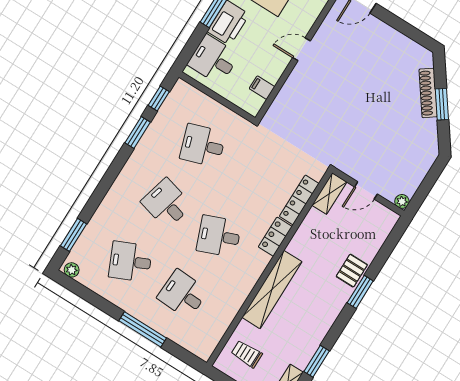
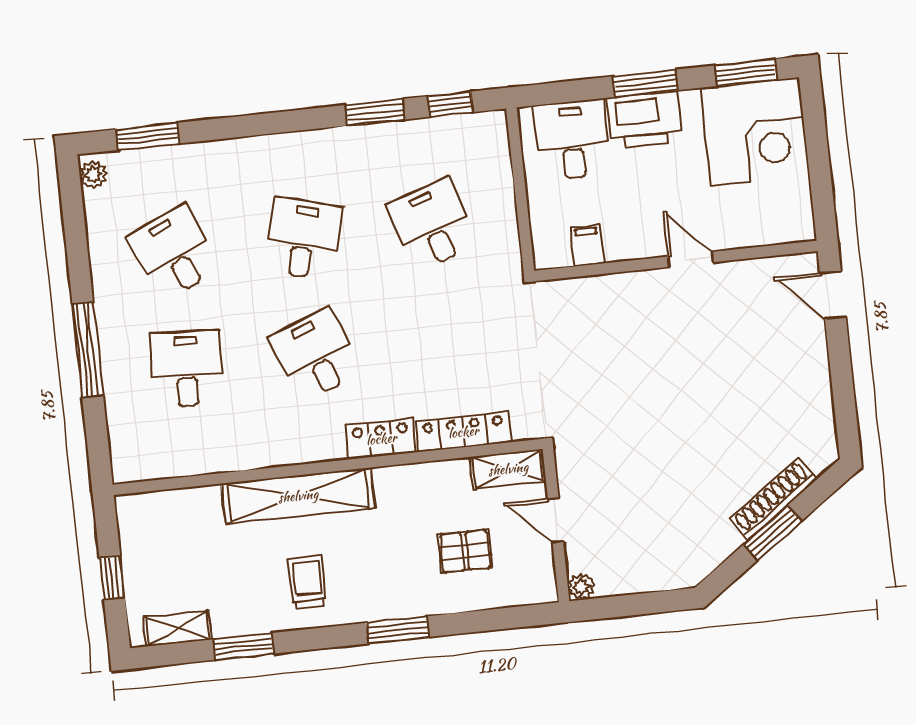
pallet: (352, 271) -> (465, 551), moved
trolley: (247, 354) -> (307, 582), moved

